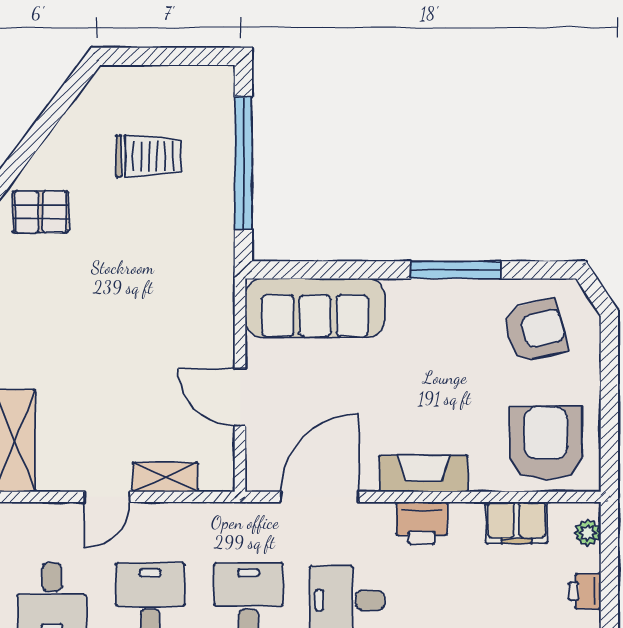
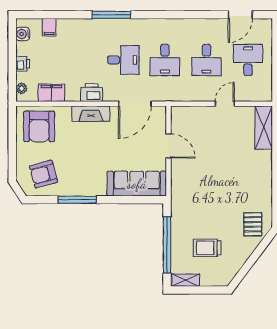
pallet: (40, 212) -> (253, 224), turned 90
shelving: (165, 477) -> (186, 280), moved

